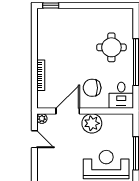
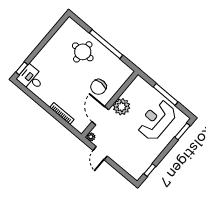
desk: (121, 95) -> (31, 78), moved, turned 180
door: (34, 139) -> (100, 153), swing flipped

